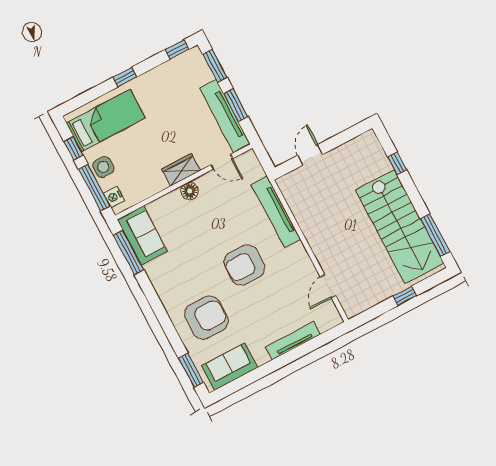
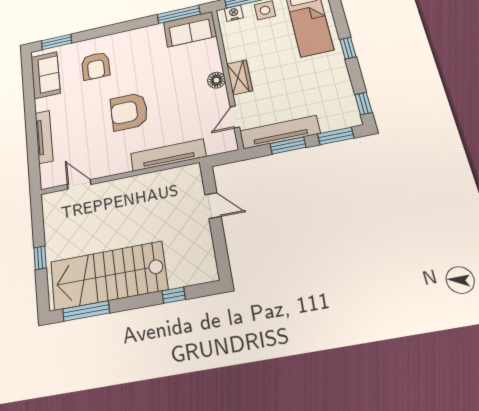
armchair: (244, 265) -> (129, 112), turned -90
armchair: (206, 318) -> (96, 66), width x0.73, depth x0.73

